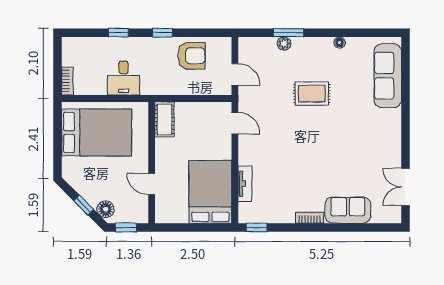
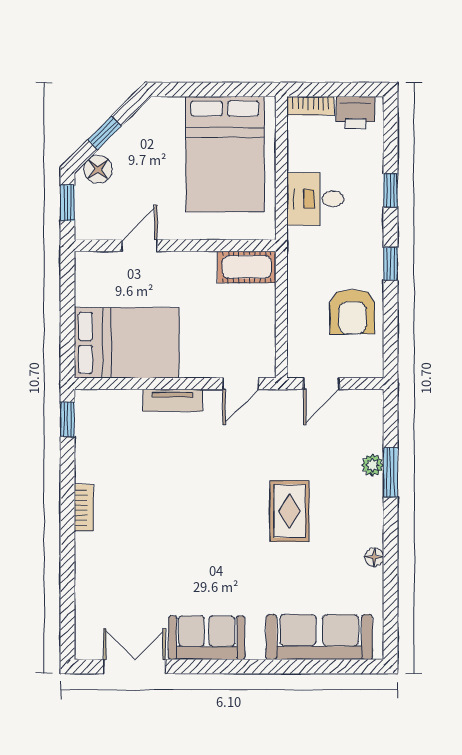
printer: (71, 54) -> (356, 112), added
tv unit: (245, 184) -> (173, 400), moved
sofa: (348, 210) -> (207, 638), moved, turned -90

